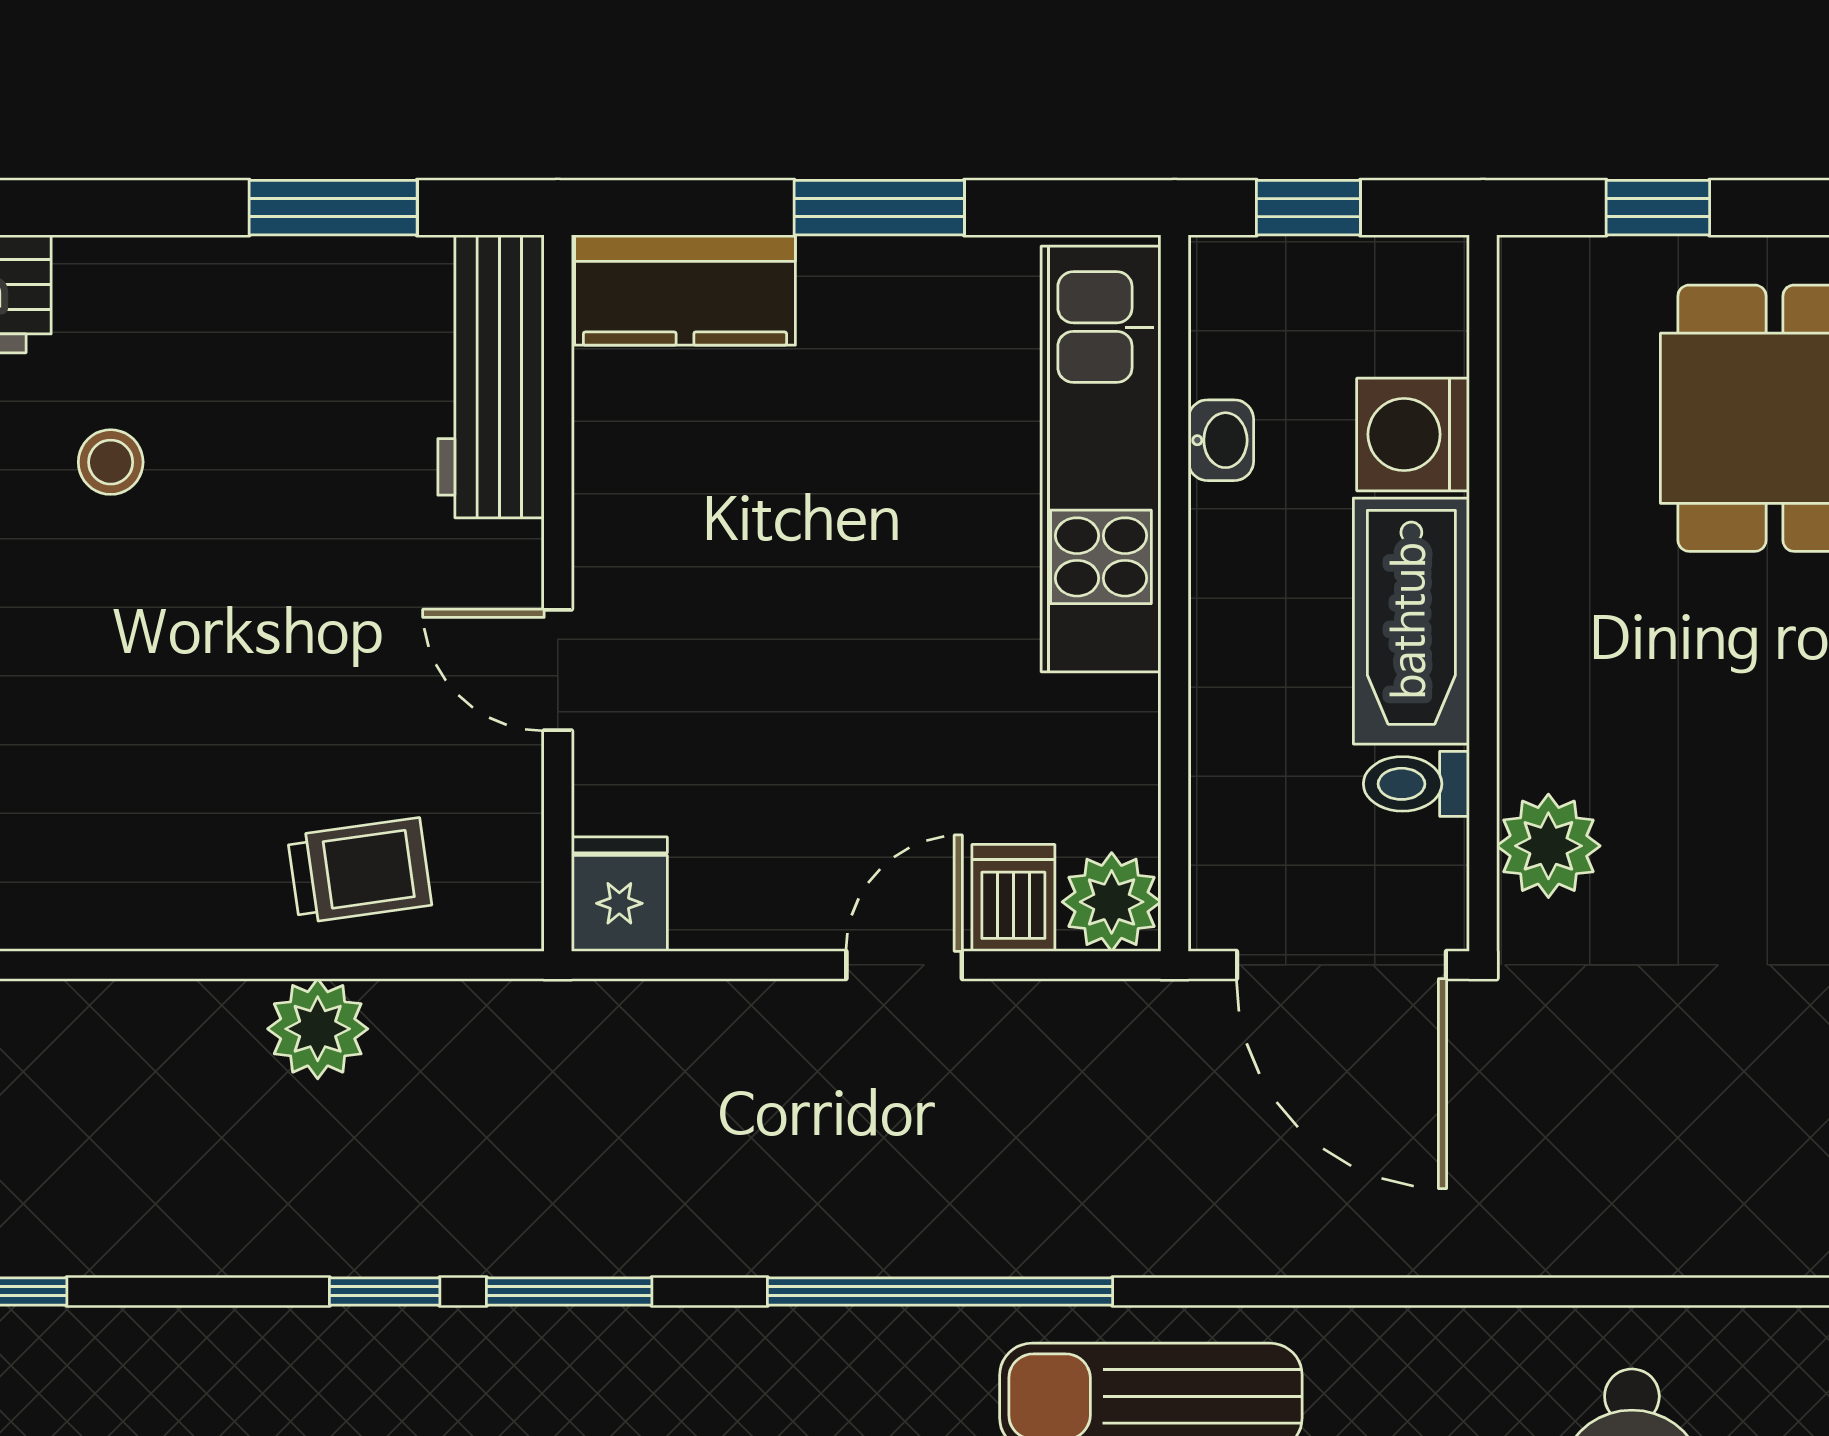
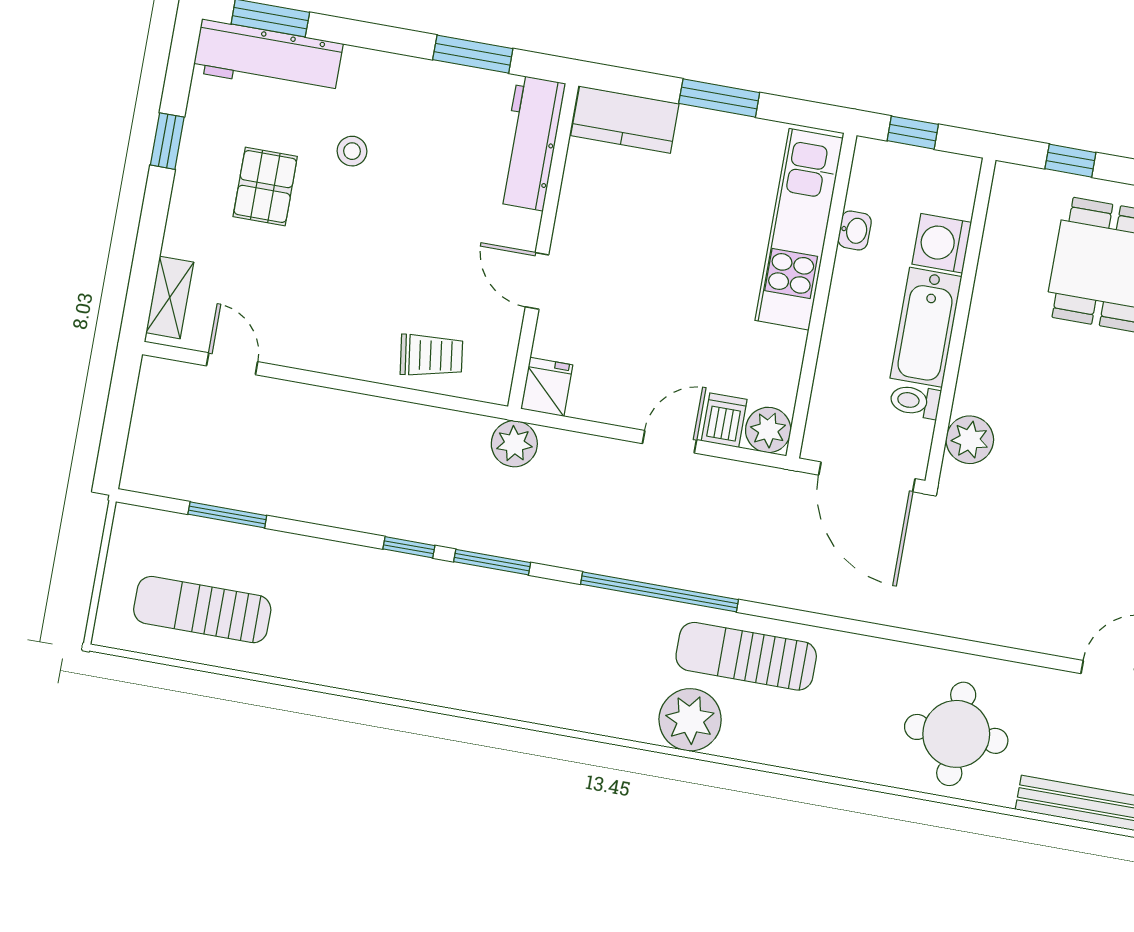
plant: (318, 1029) -> (514, 444), moved

